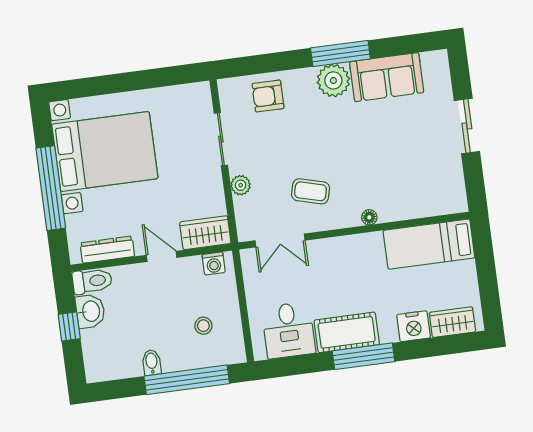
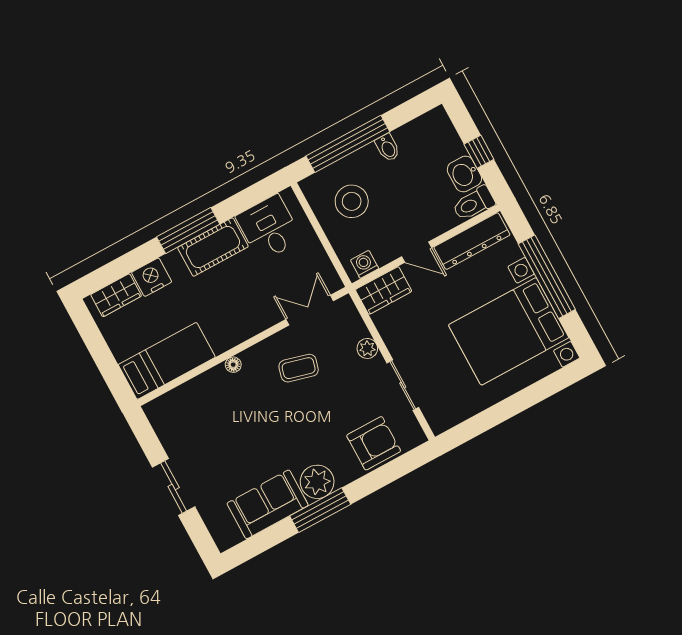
armchair: (268, 96) -> (374, 443), width x1.38, depth x1.38
dresser: (107, 250) -> (472, 241), width x1.37, depth x1.24
stool: (203, 326) -> (352, 201), width x1.89, depth x1.89

